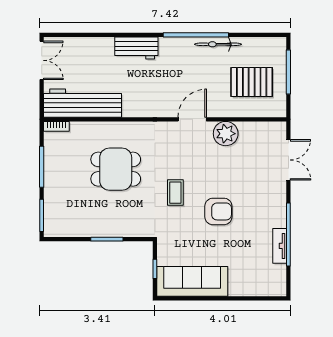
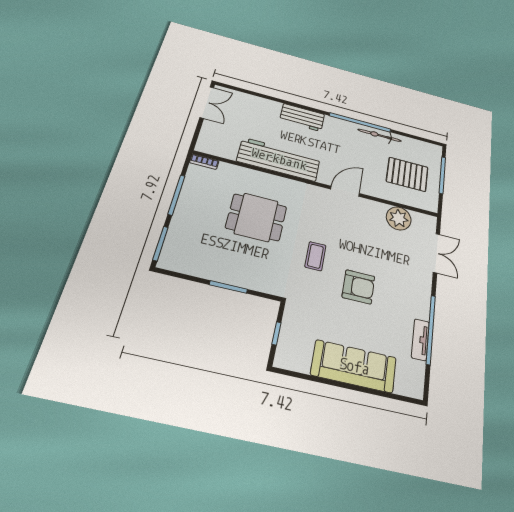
workbench: (83, 103) -> (279, 159), moved
plant: (226, 134) -> (399, 218), moved
sofa: (192, 281) -> (354, 366), moved

